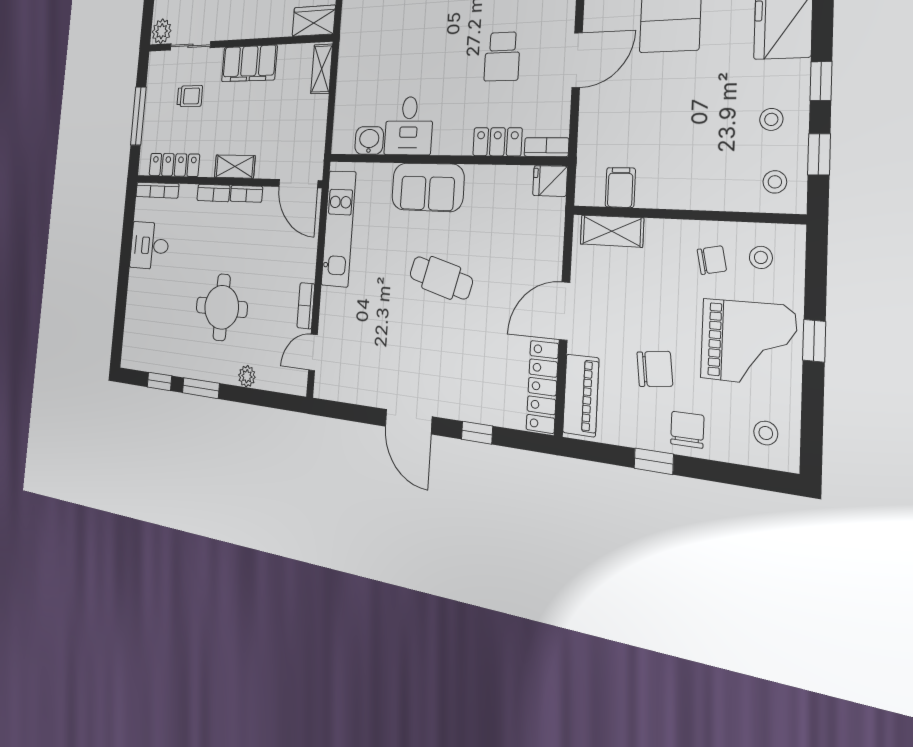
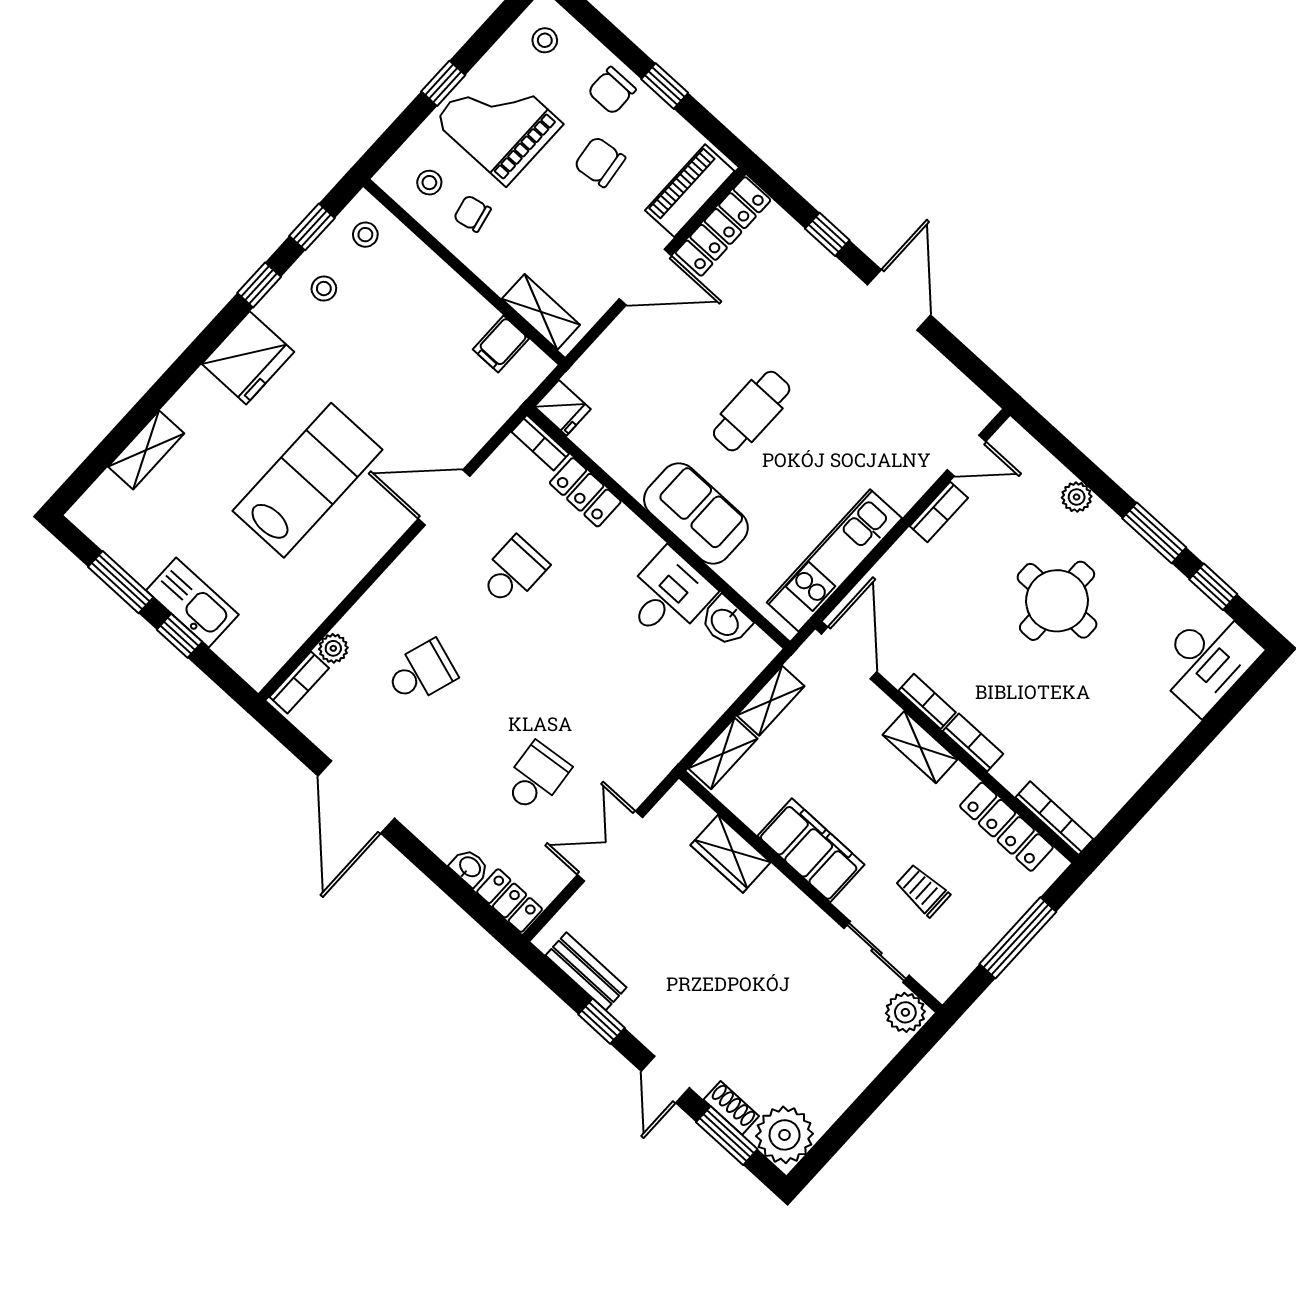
wardrobe: (314, 21) -> (730, 854), moved
shelving: (318, 120) -> (771, 701), added
desk: (149, 246) -> (1207, 660), moved, width x1.37
cafe table: (441, 278) -> (752, 411), turned 75

